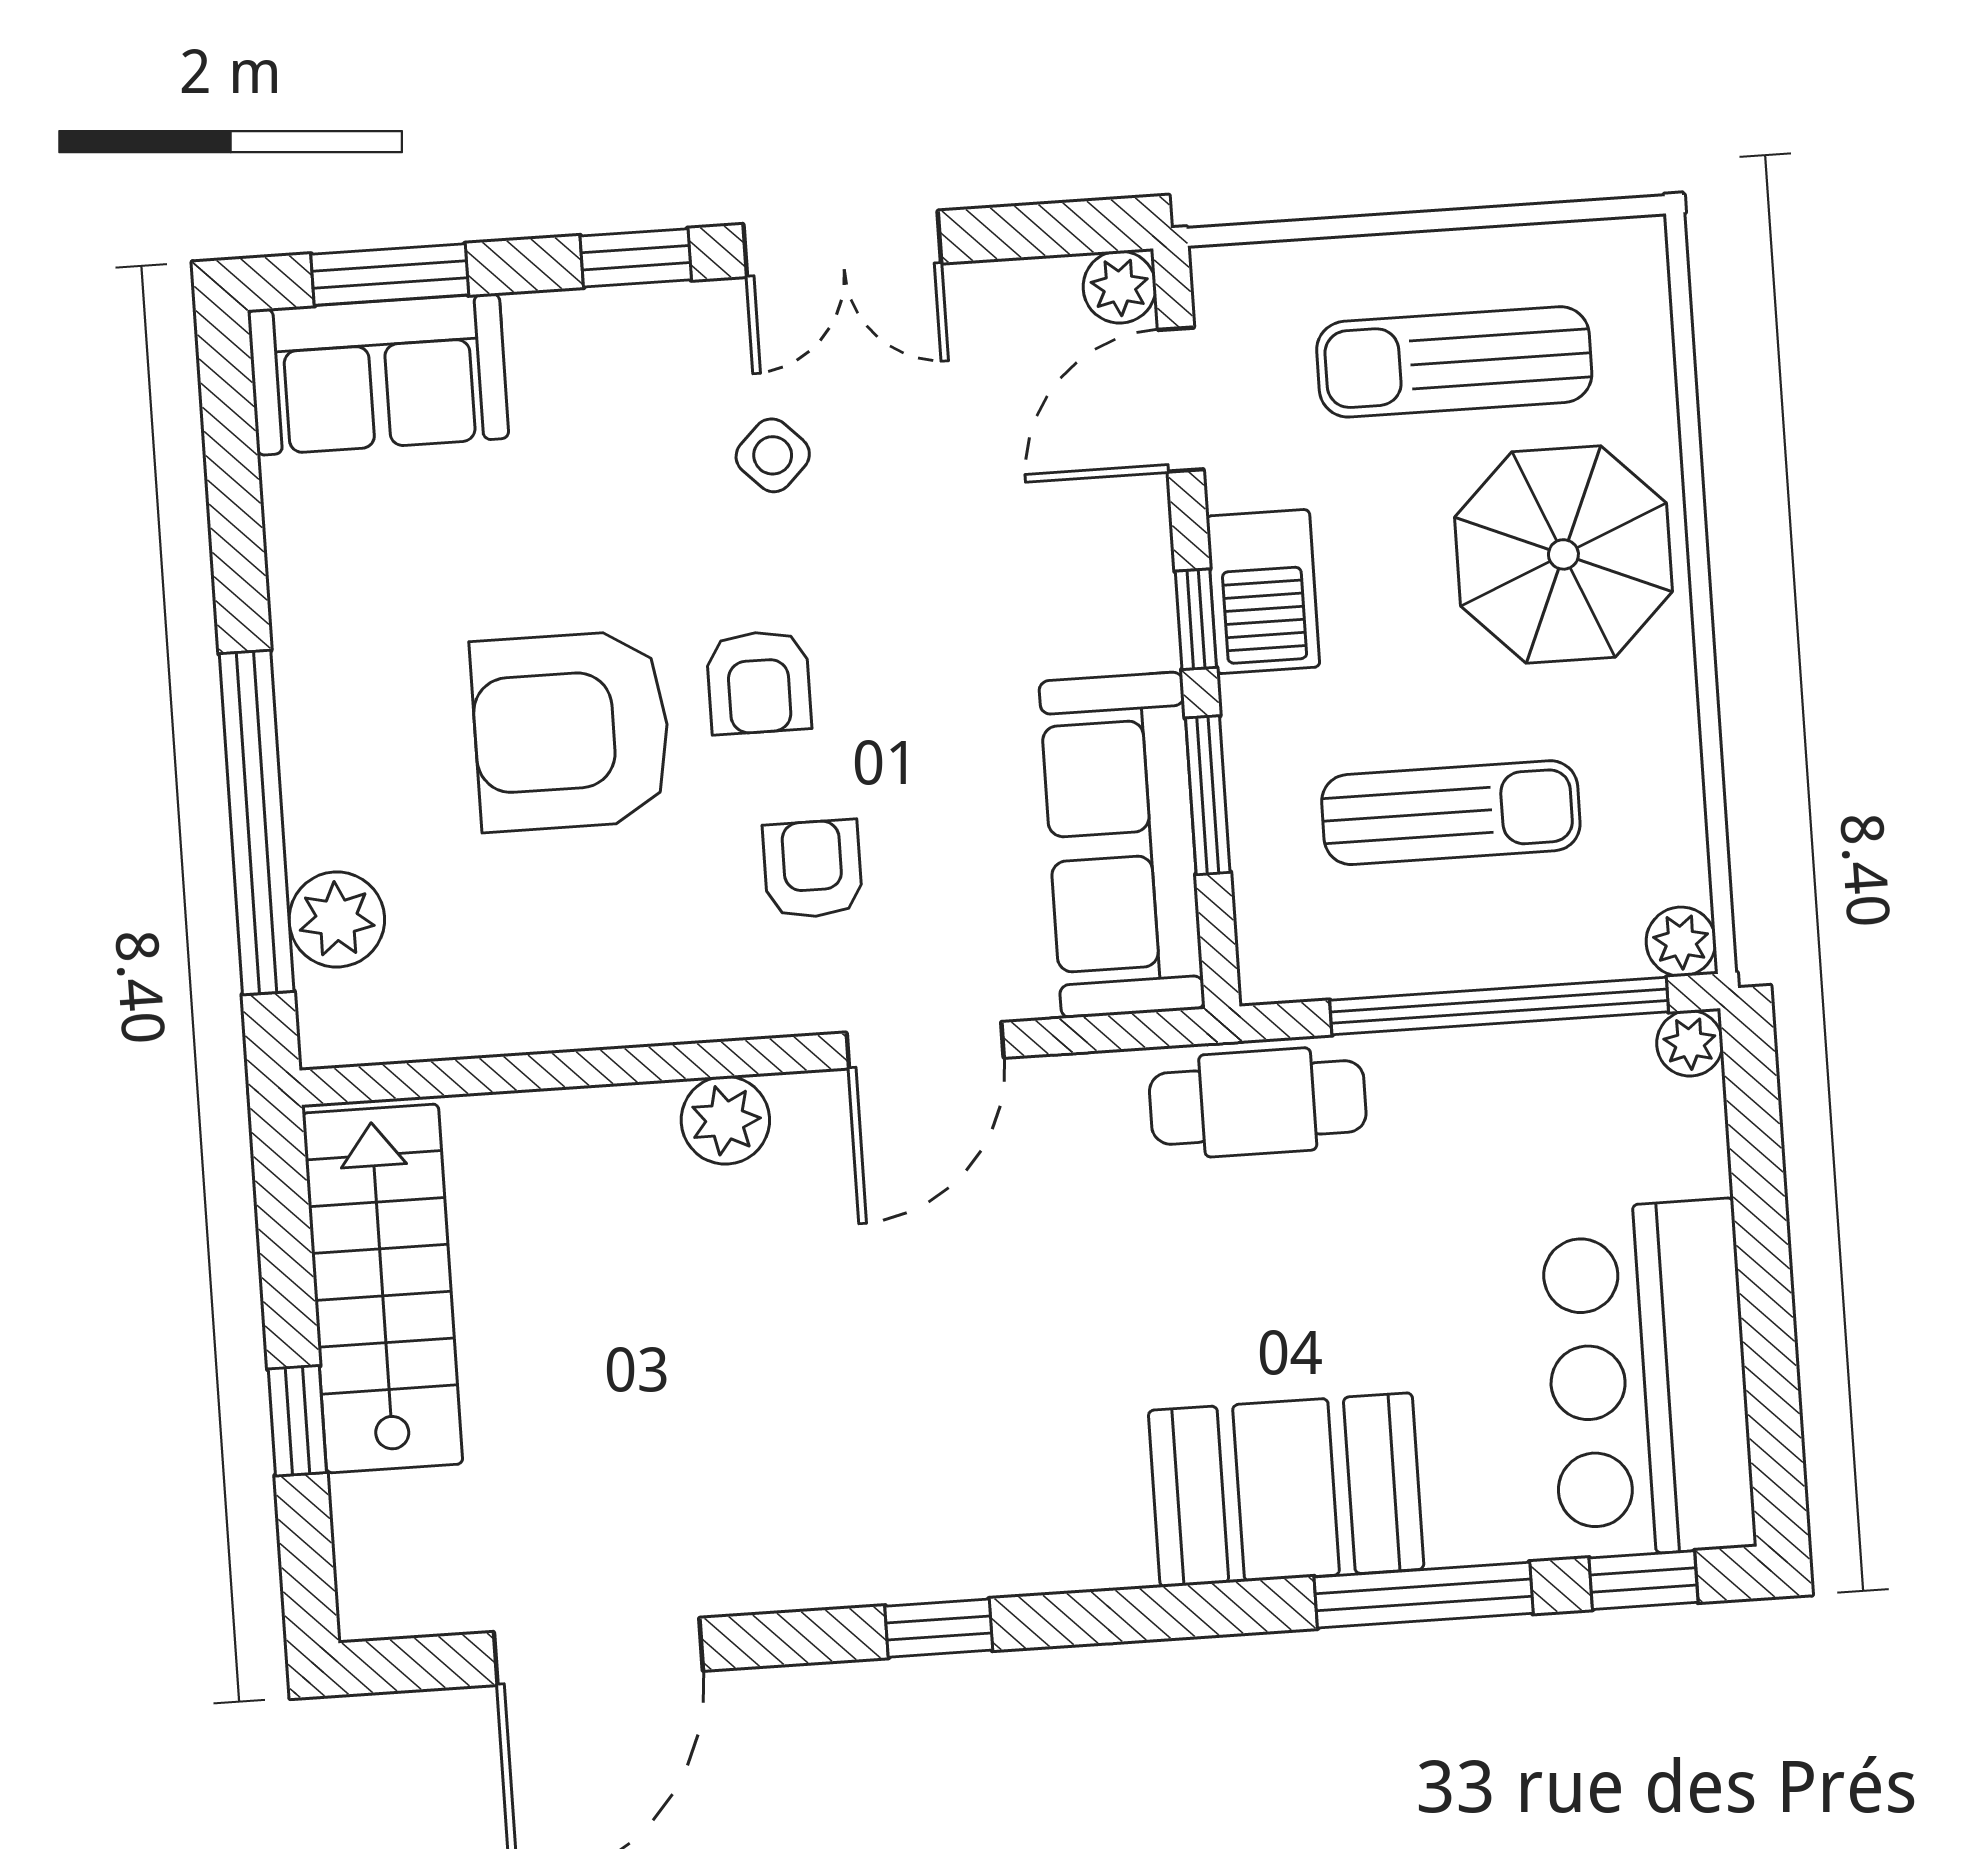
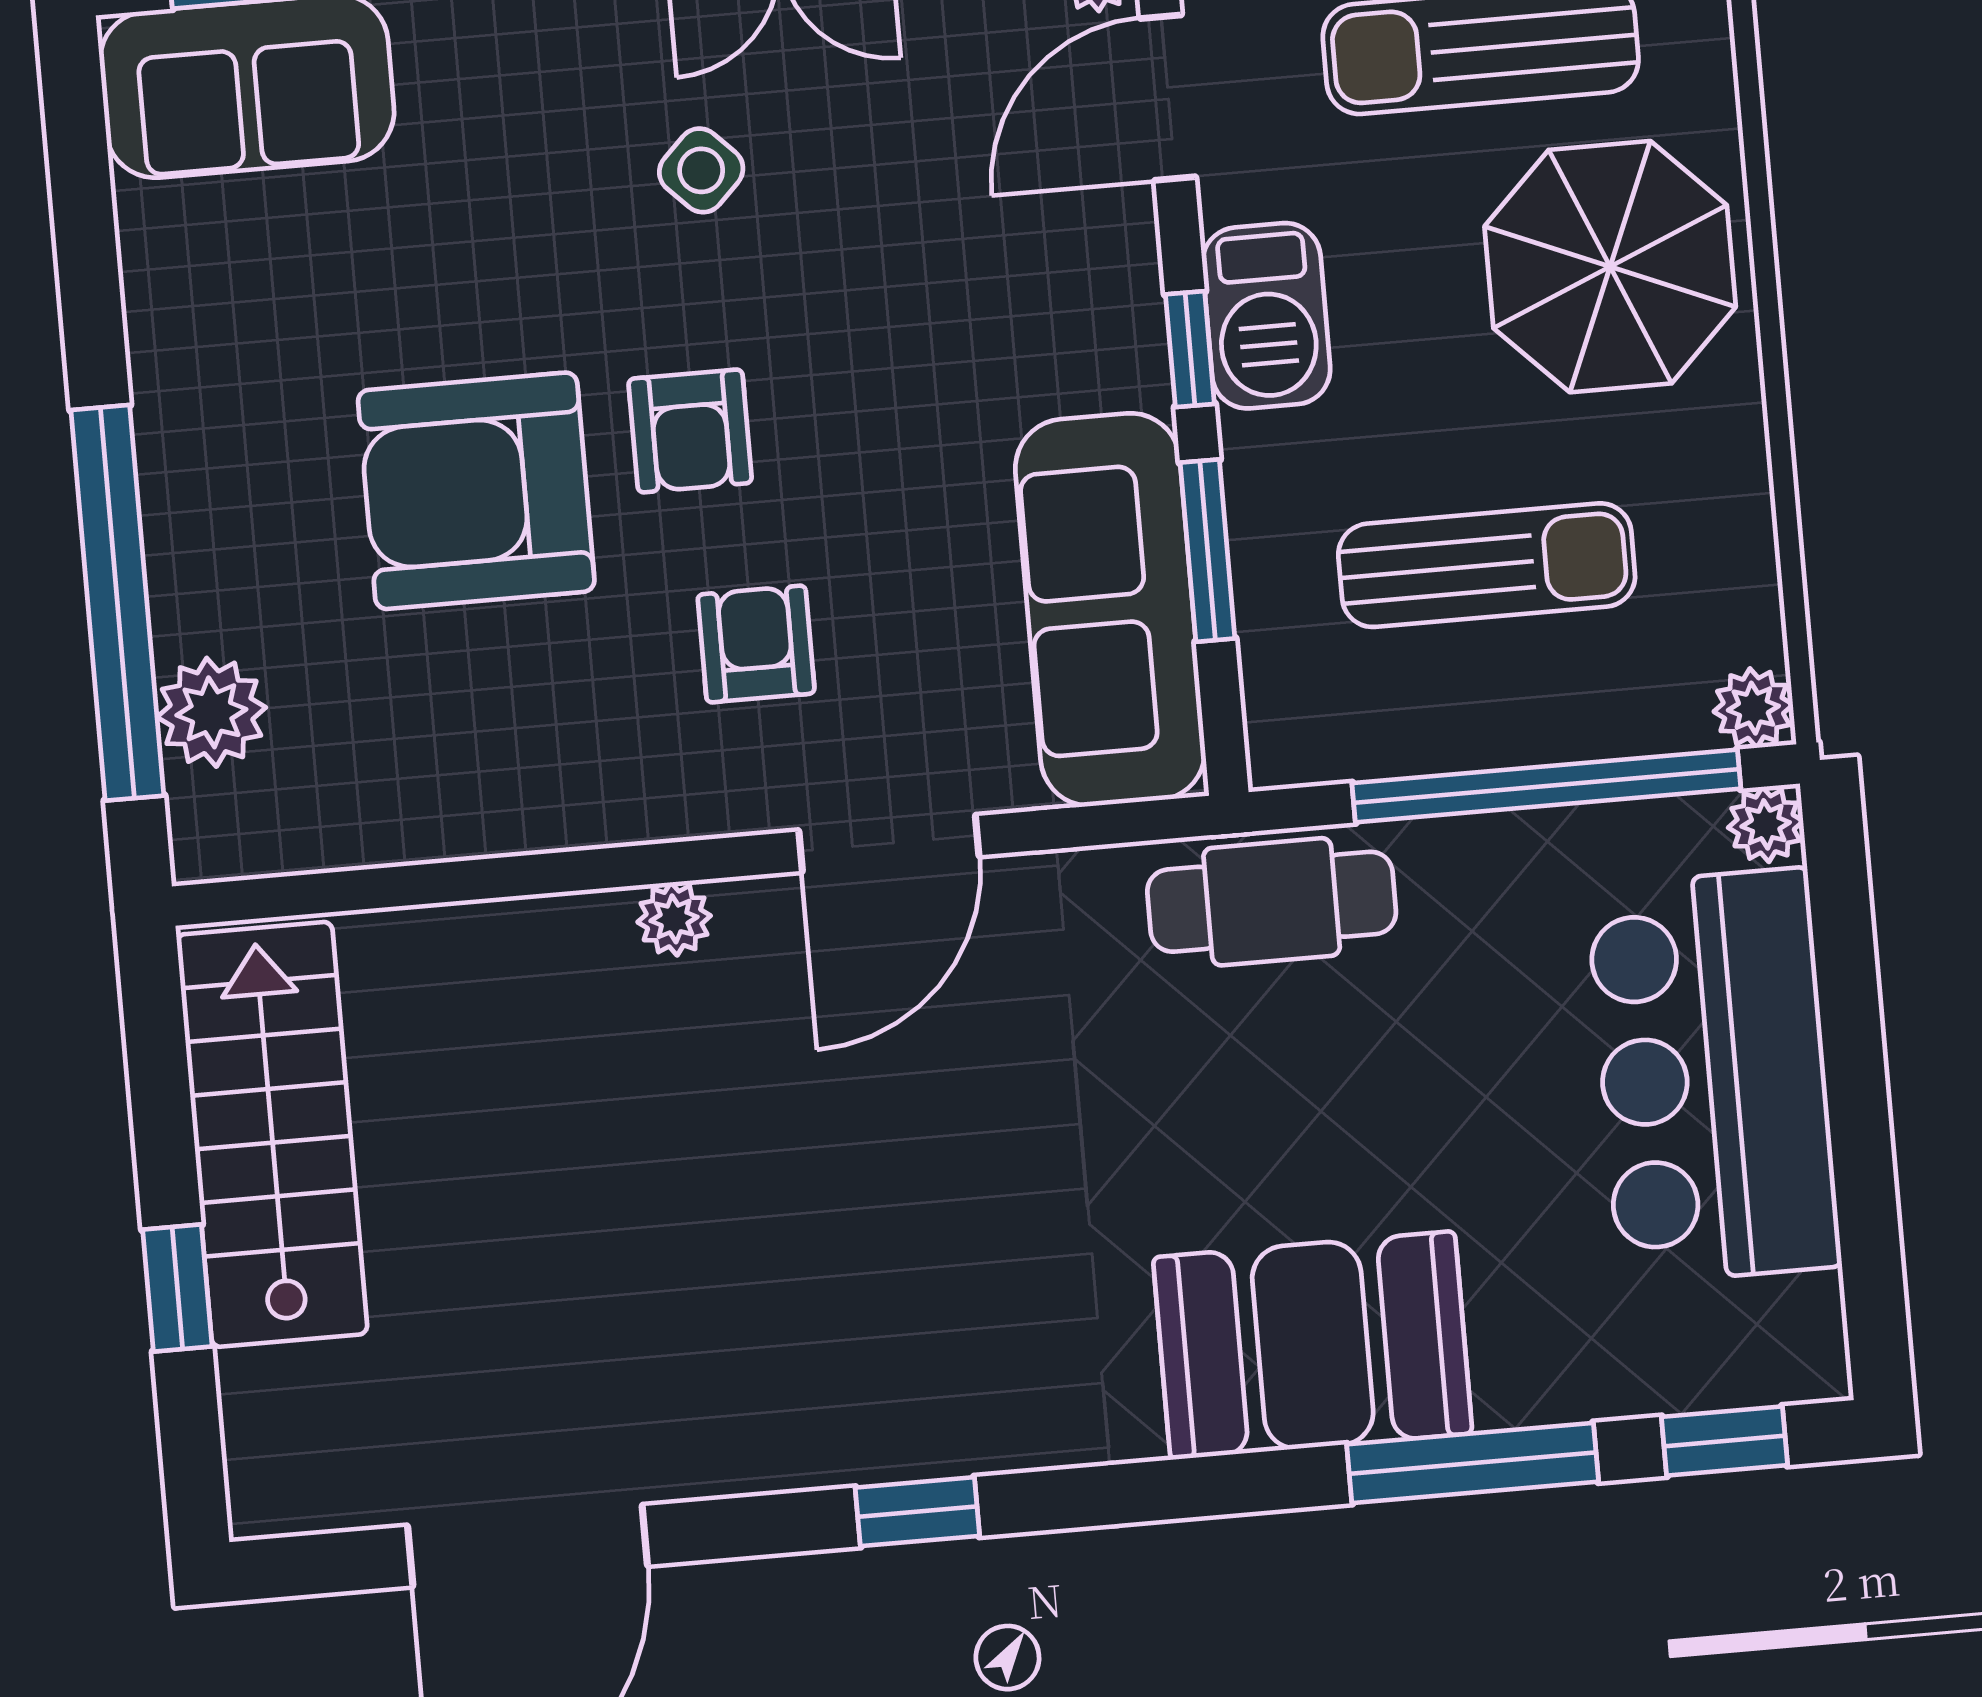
plant: (725, 1120) -> (674, 919), width x0.73, depth x0.73
bar counter: (1648, 1379) -> (1714, 1076), moved

